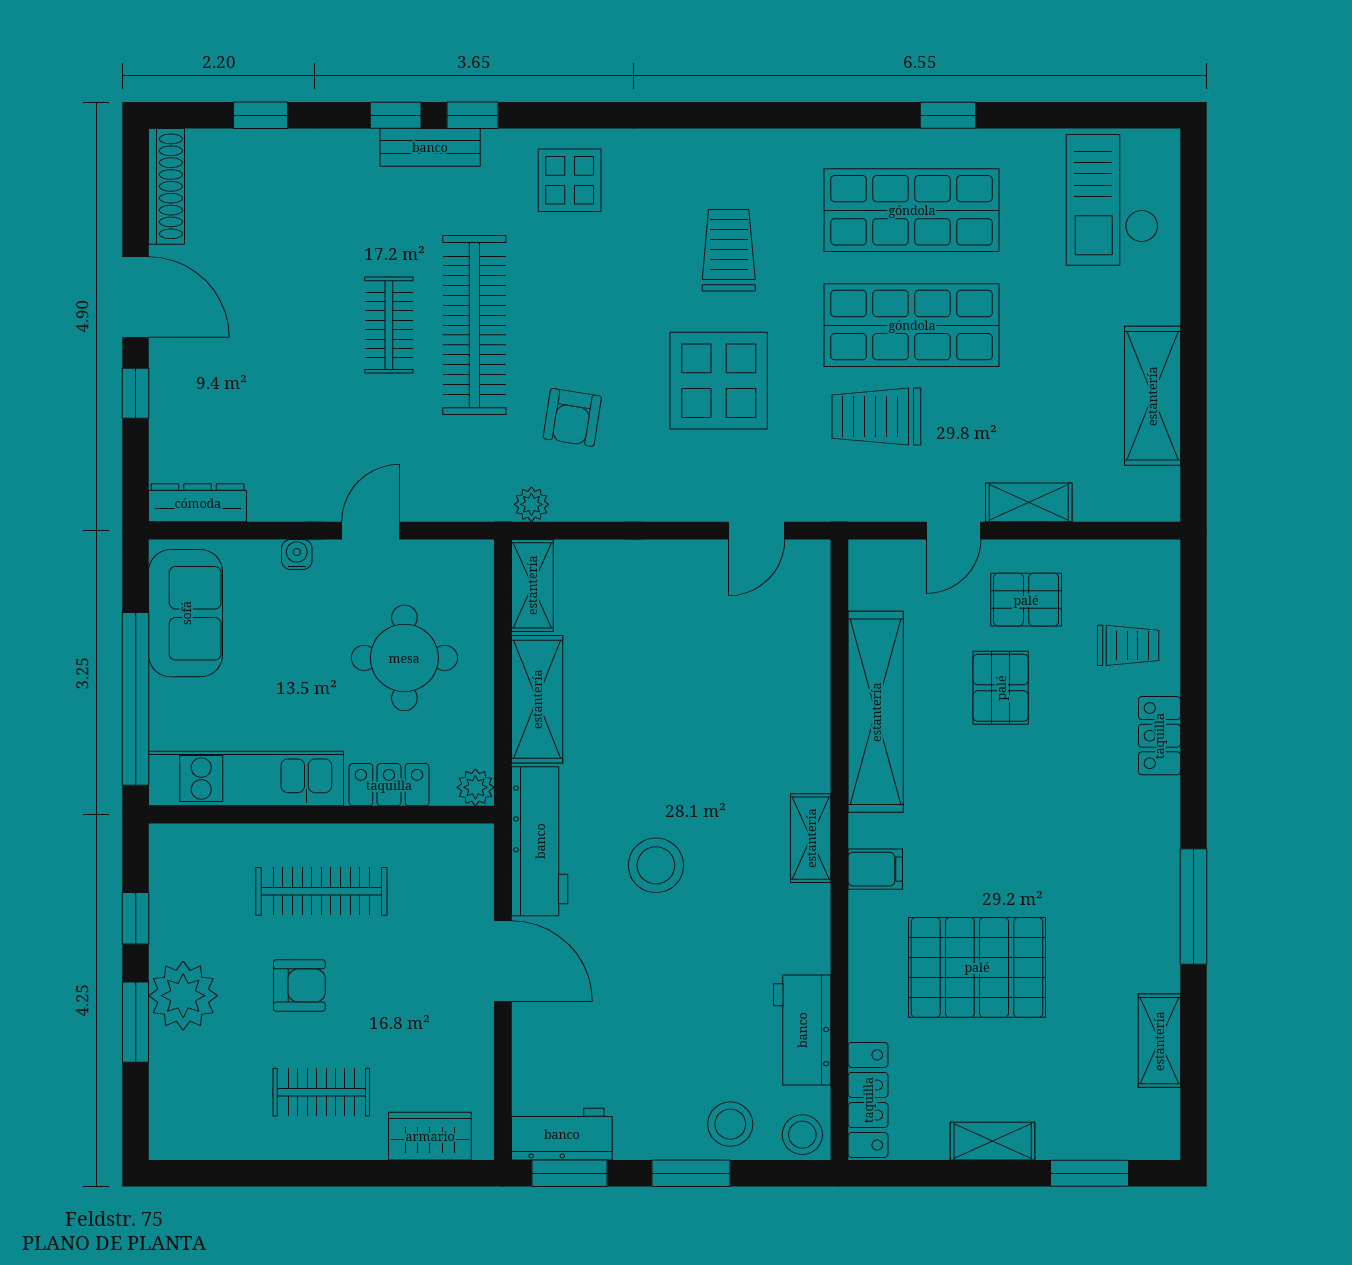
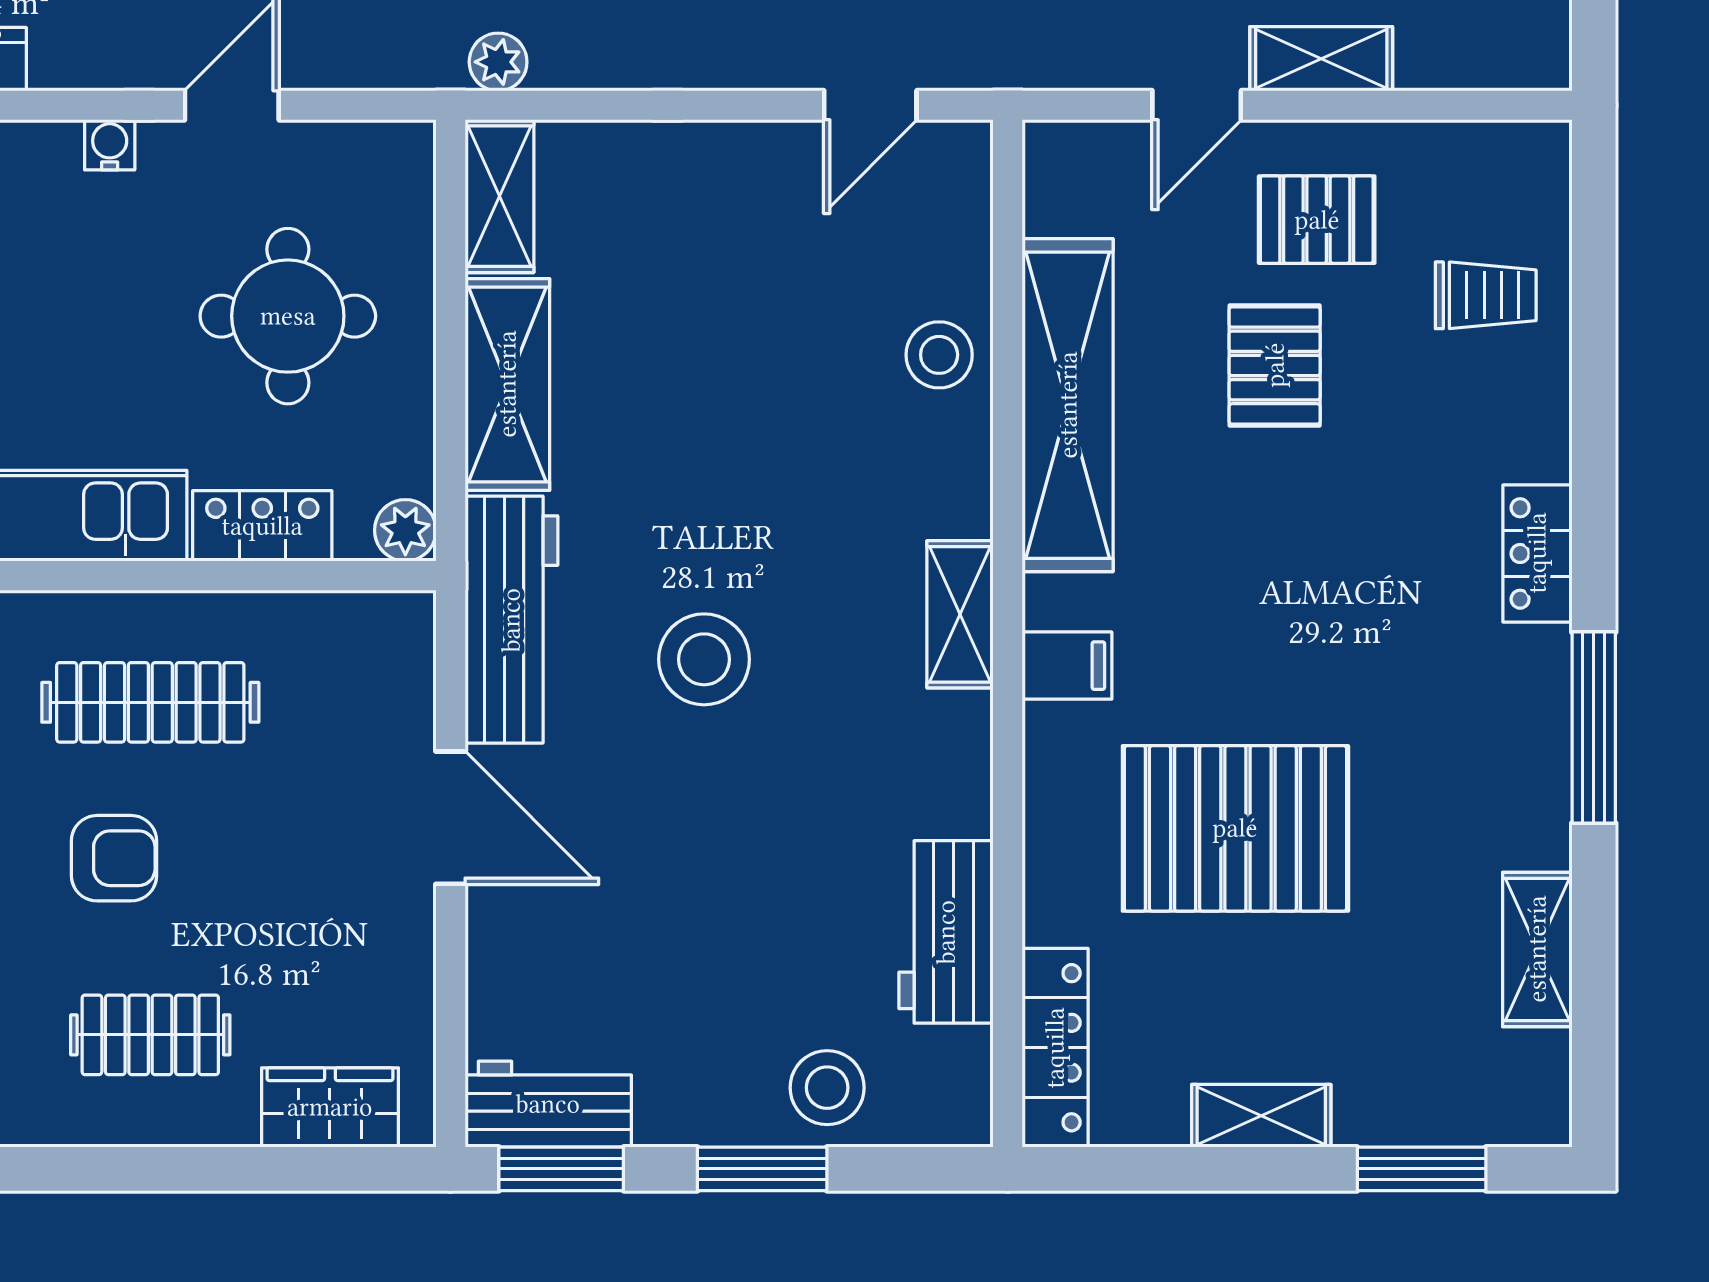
locker: (1159, 736) -> (1537, 553), moved
stool: (802, 1135) -> (939, 355), moved

